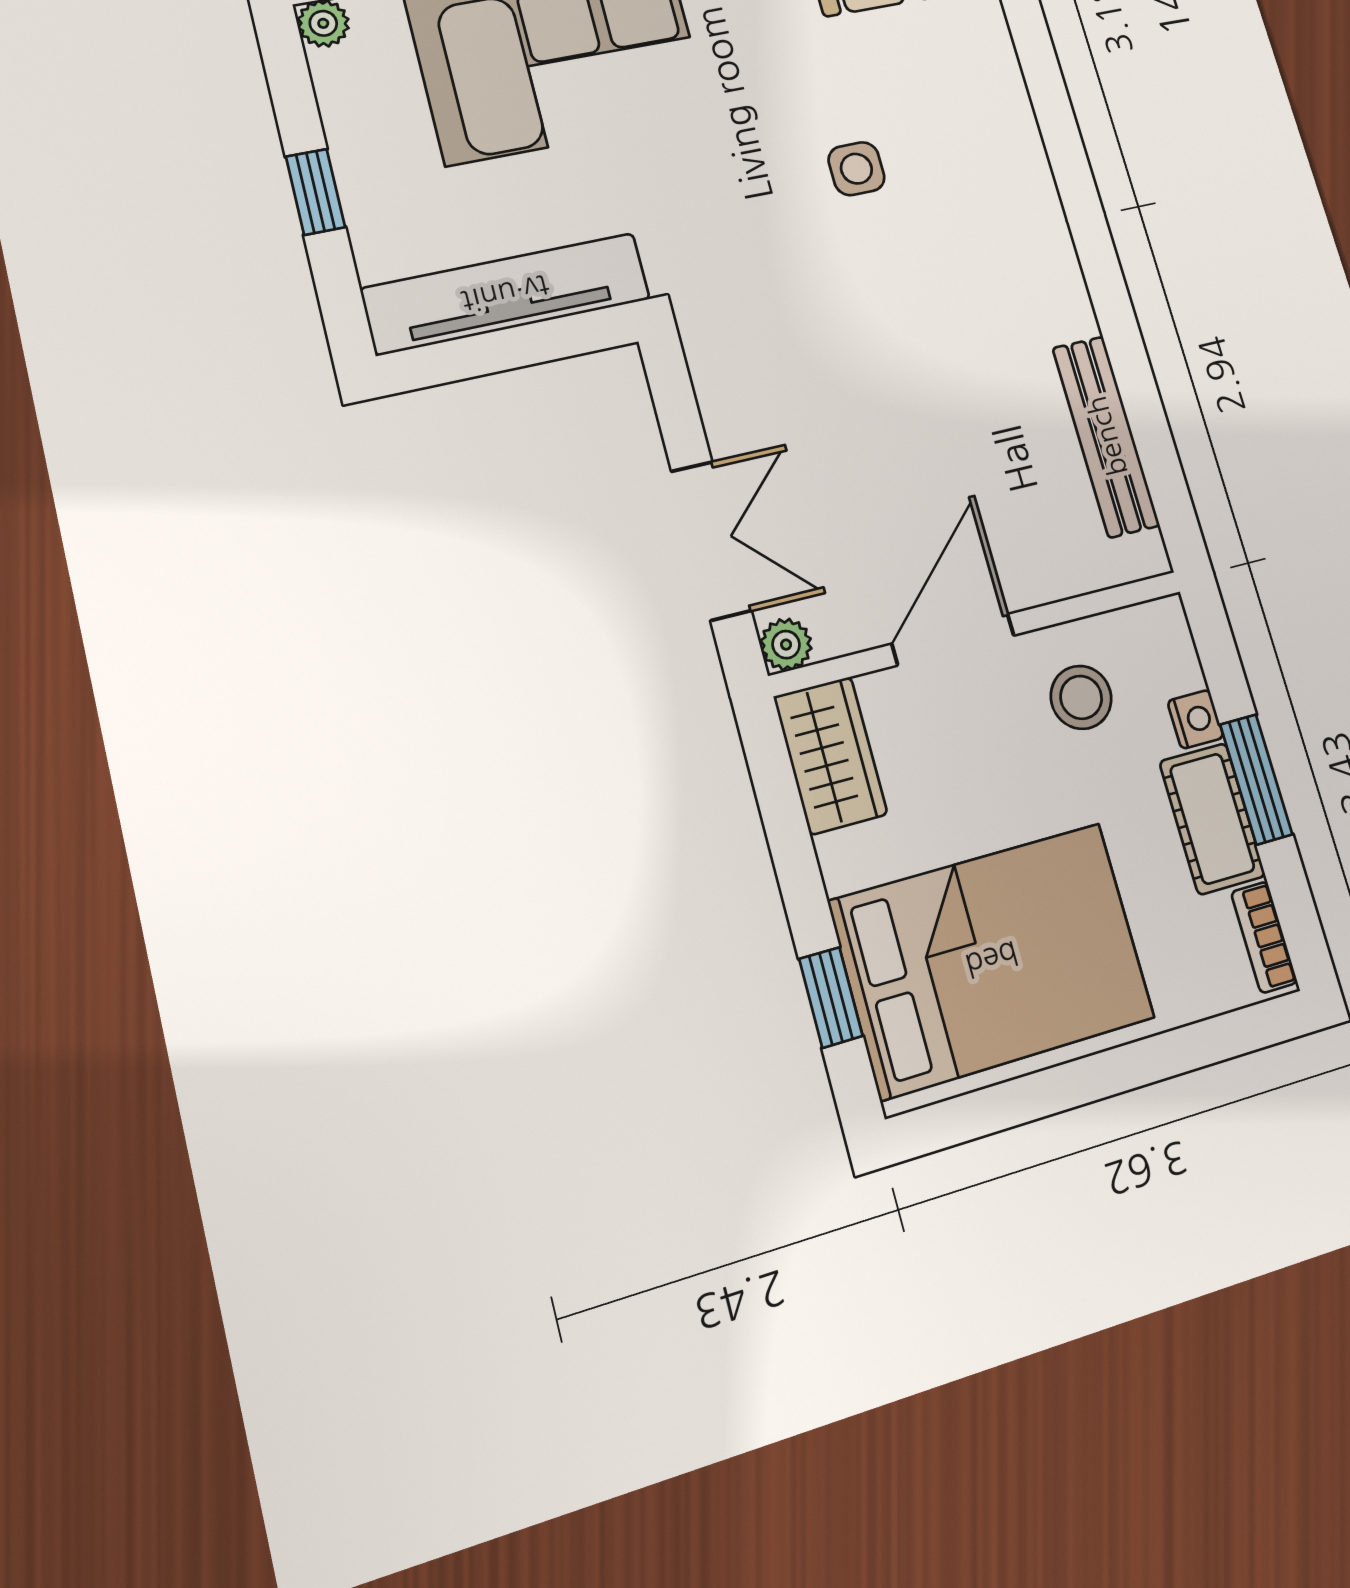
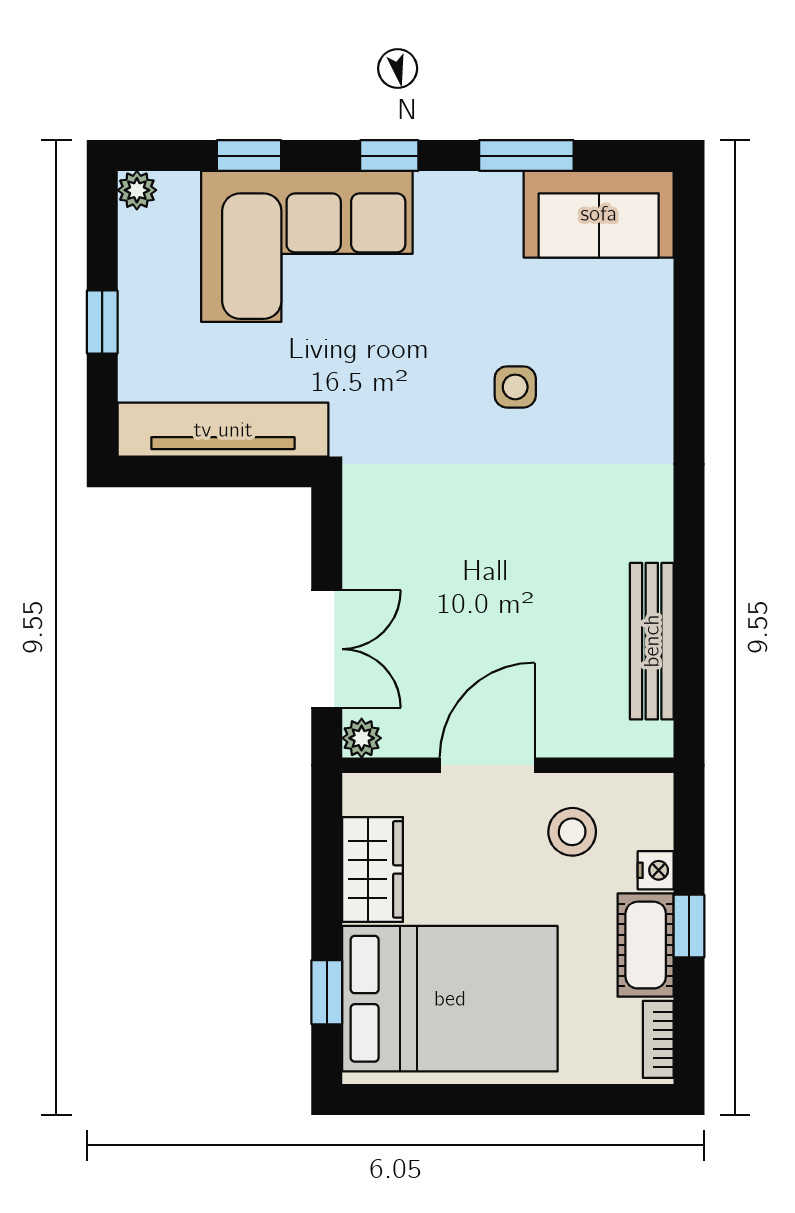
wardrobe: (830, 755) -> (372, 869), moved
window: (1256, 779) -> (689, 926), width x0.67

